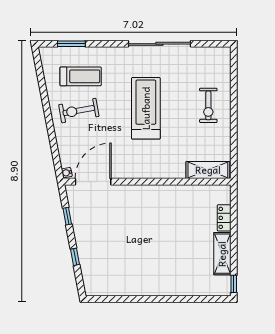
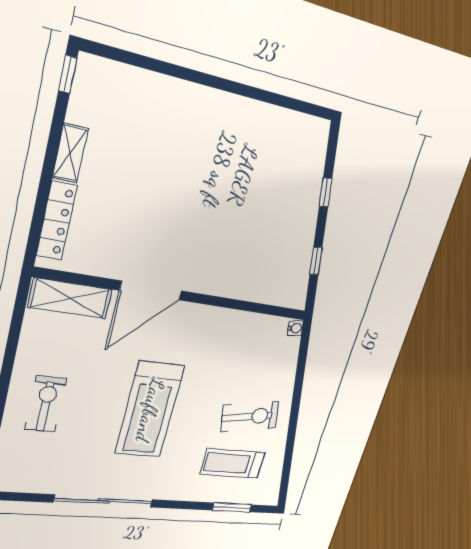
door: (93, 182) -> (151, 291), moved
locker: (224, 218) -> (57, 221), width x1.53
shelving: (222, 254) -> (70, 153), width x0.67, depth x0.75

